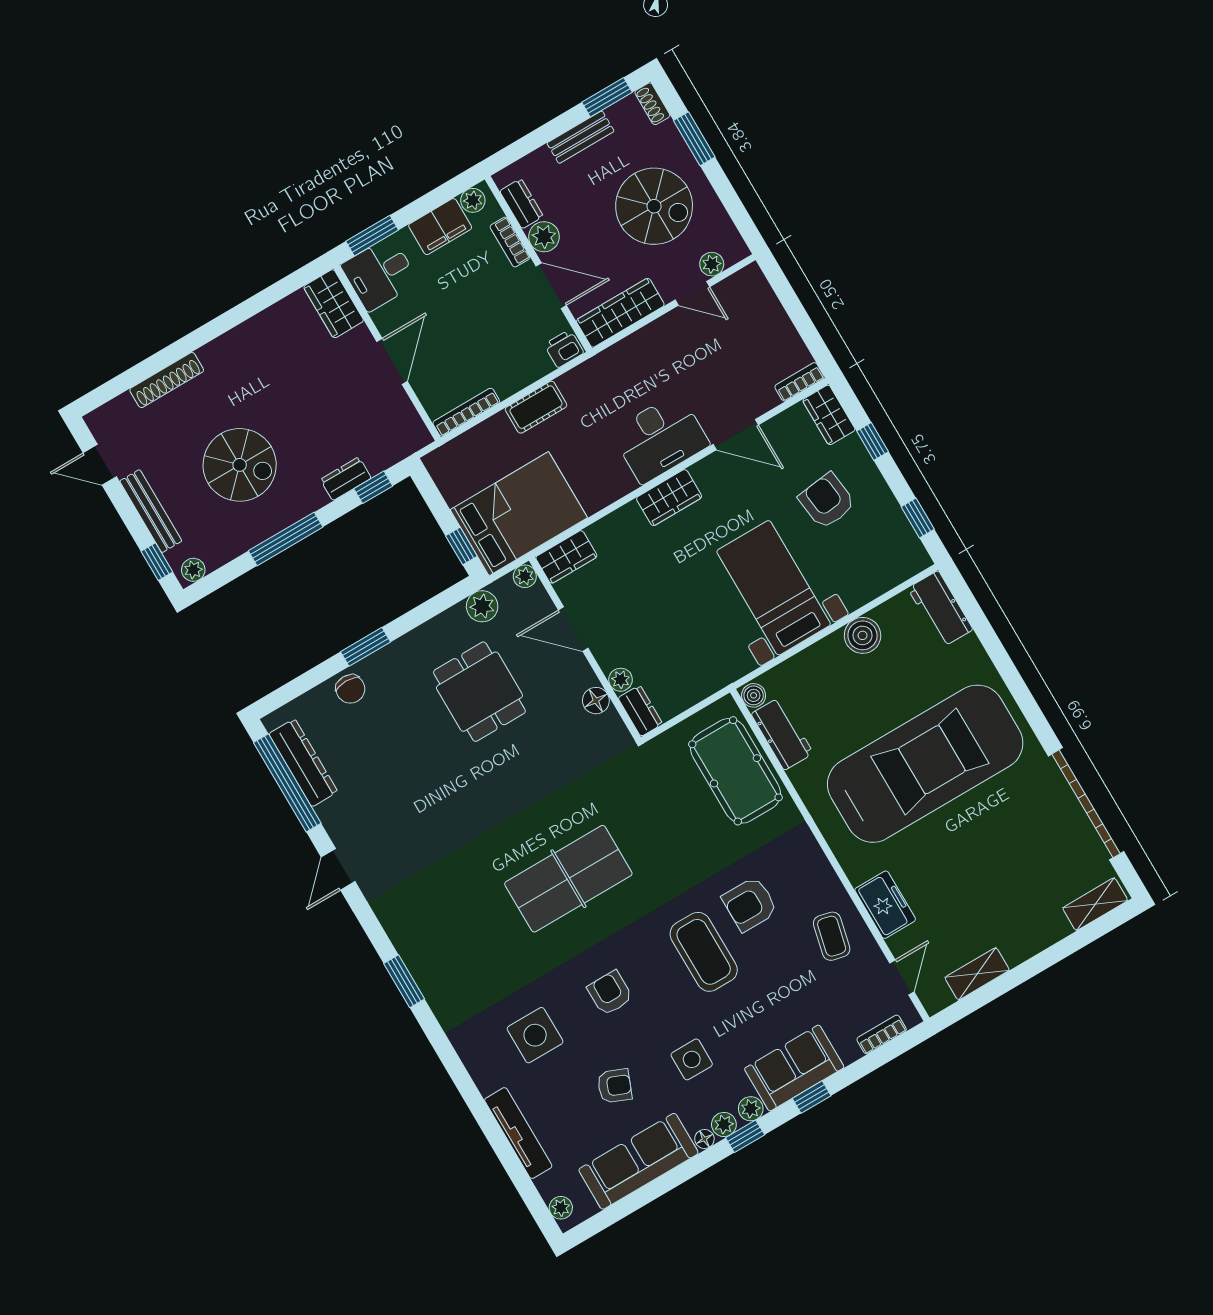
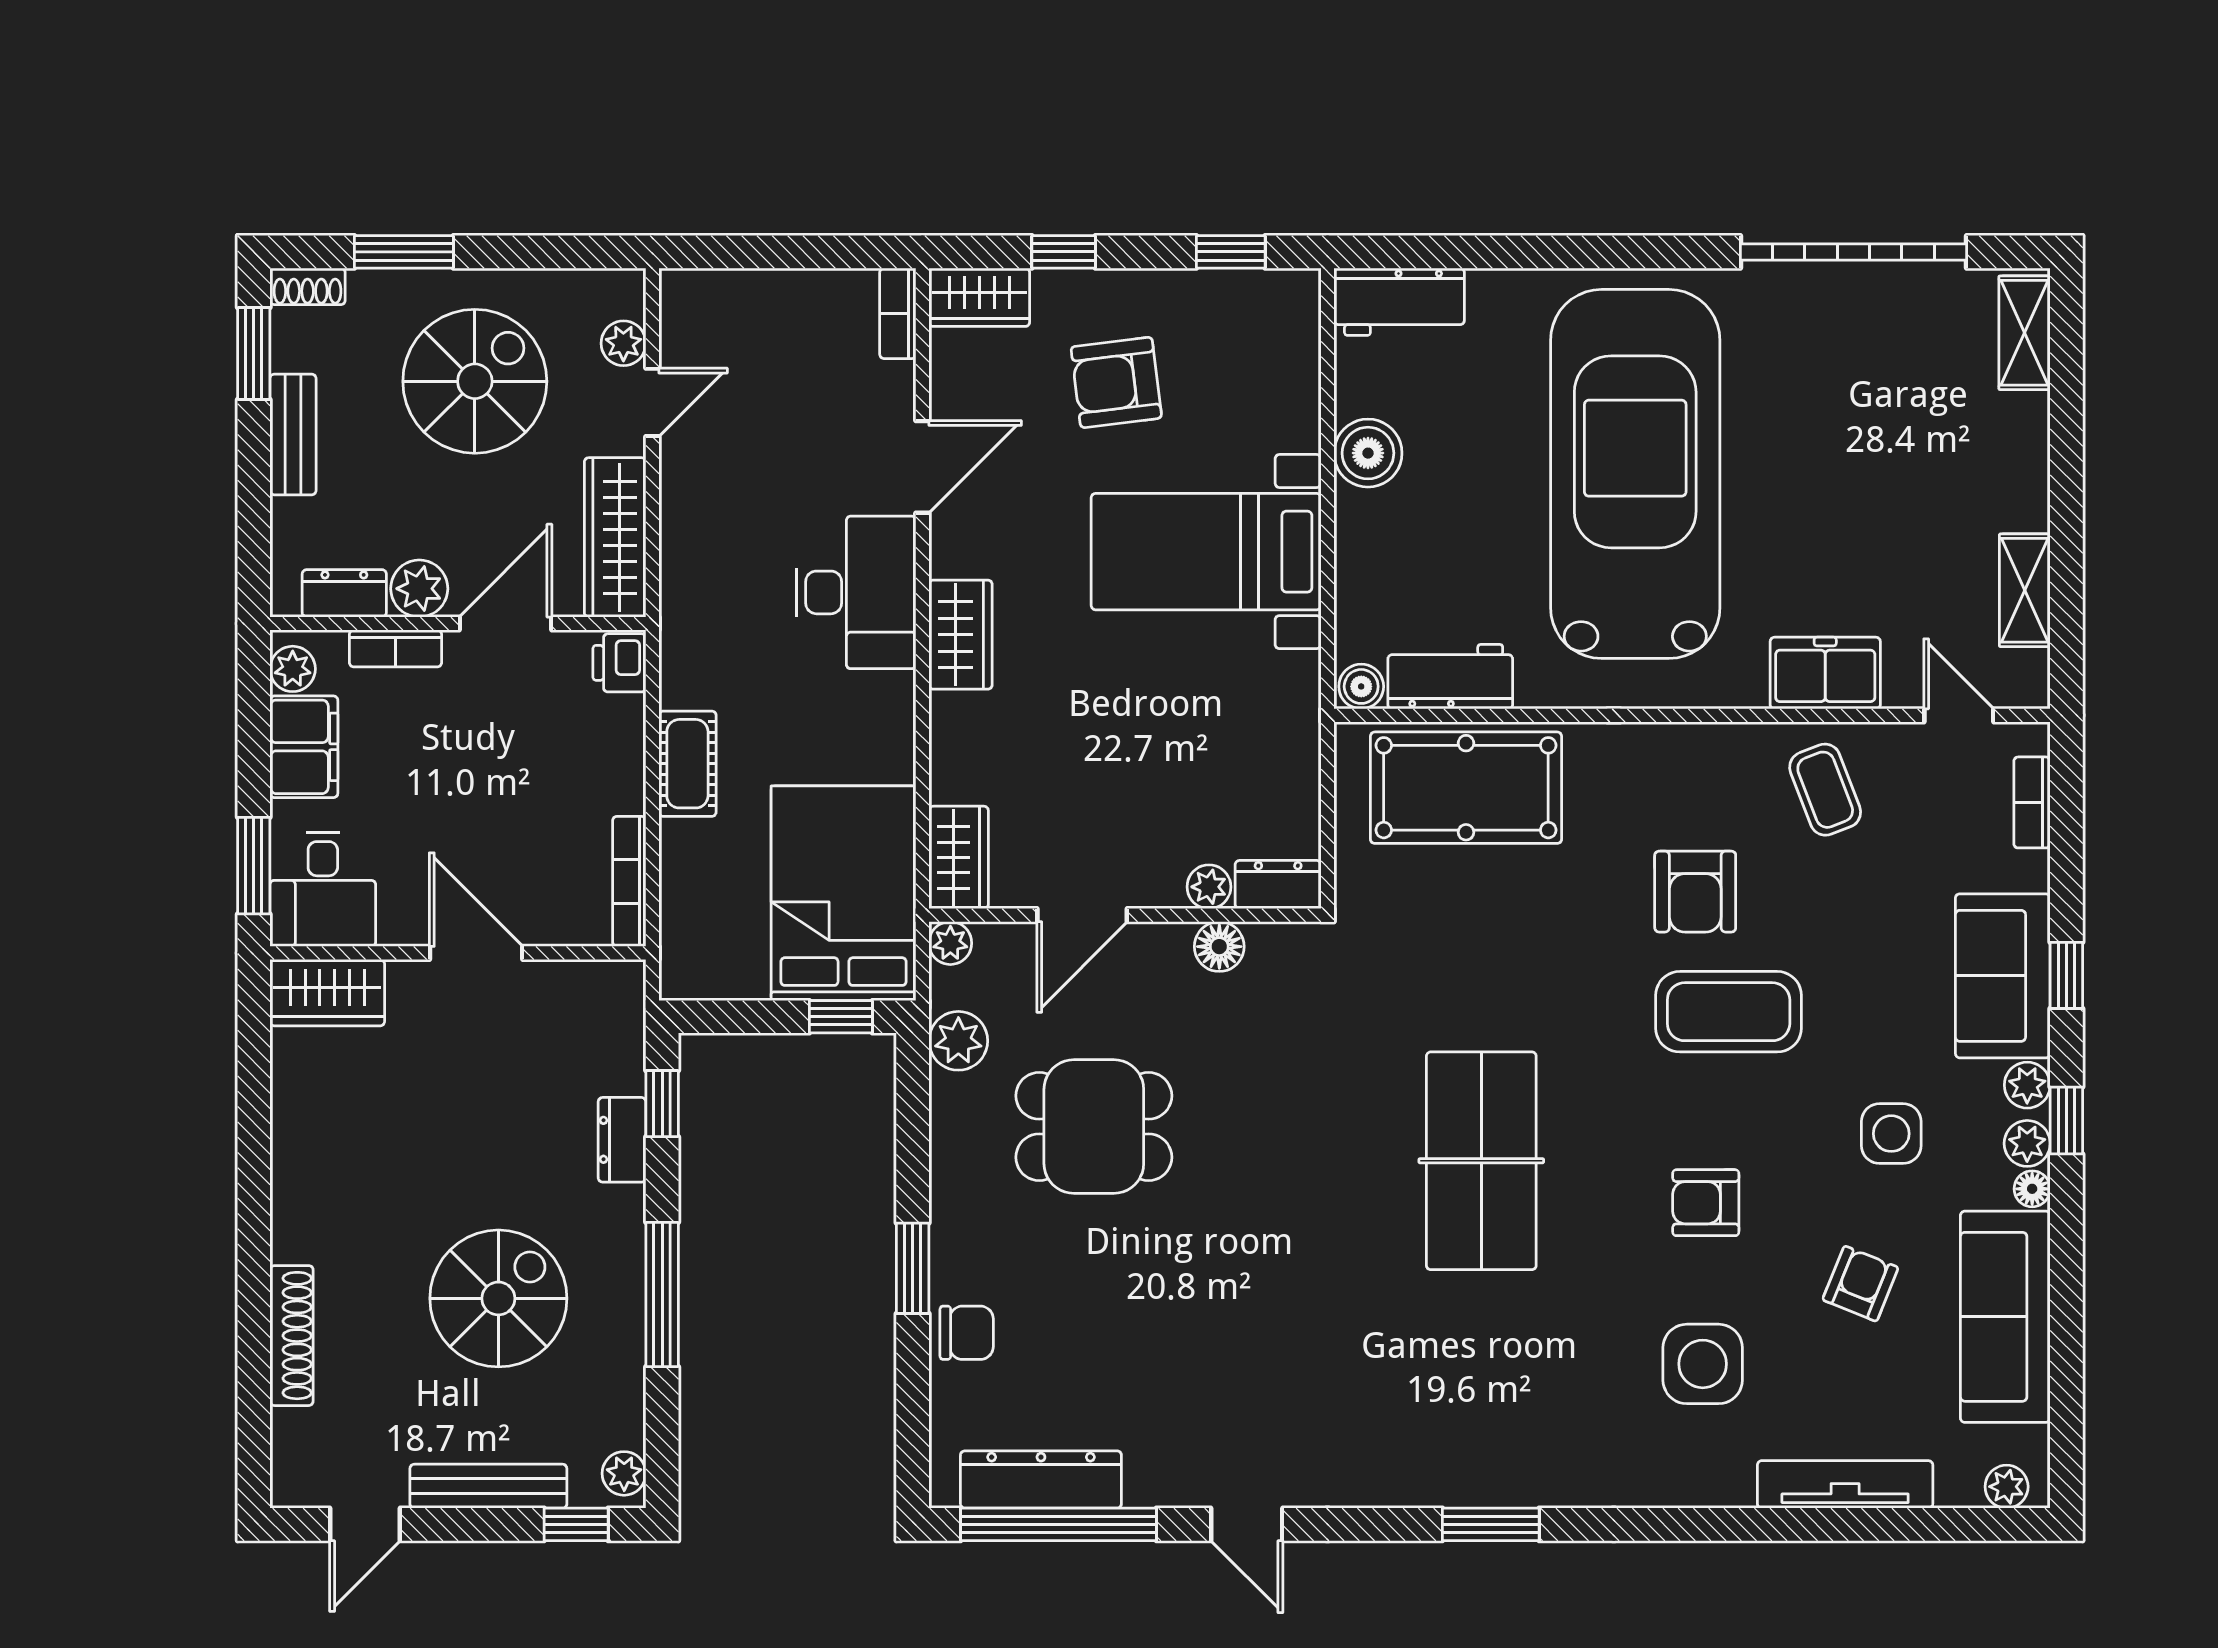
coffee table: (832, 936) -> (1825, 790), turned 56

